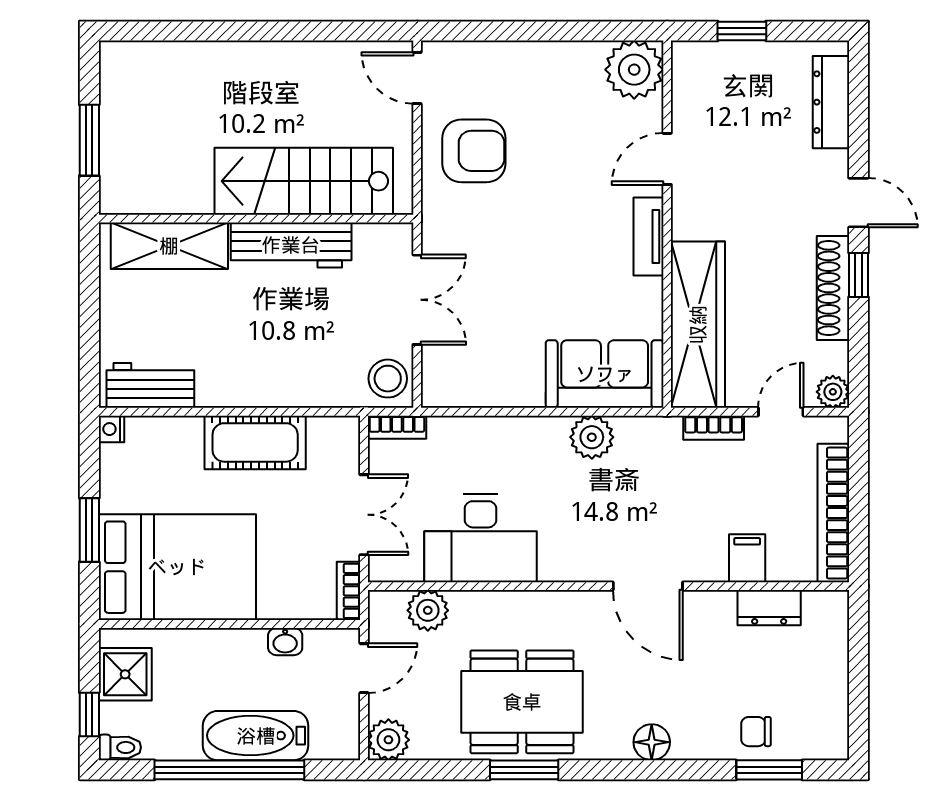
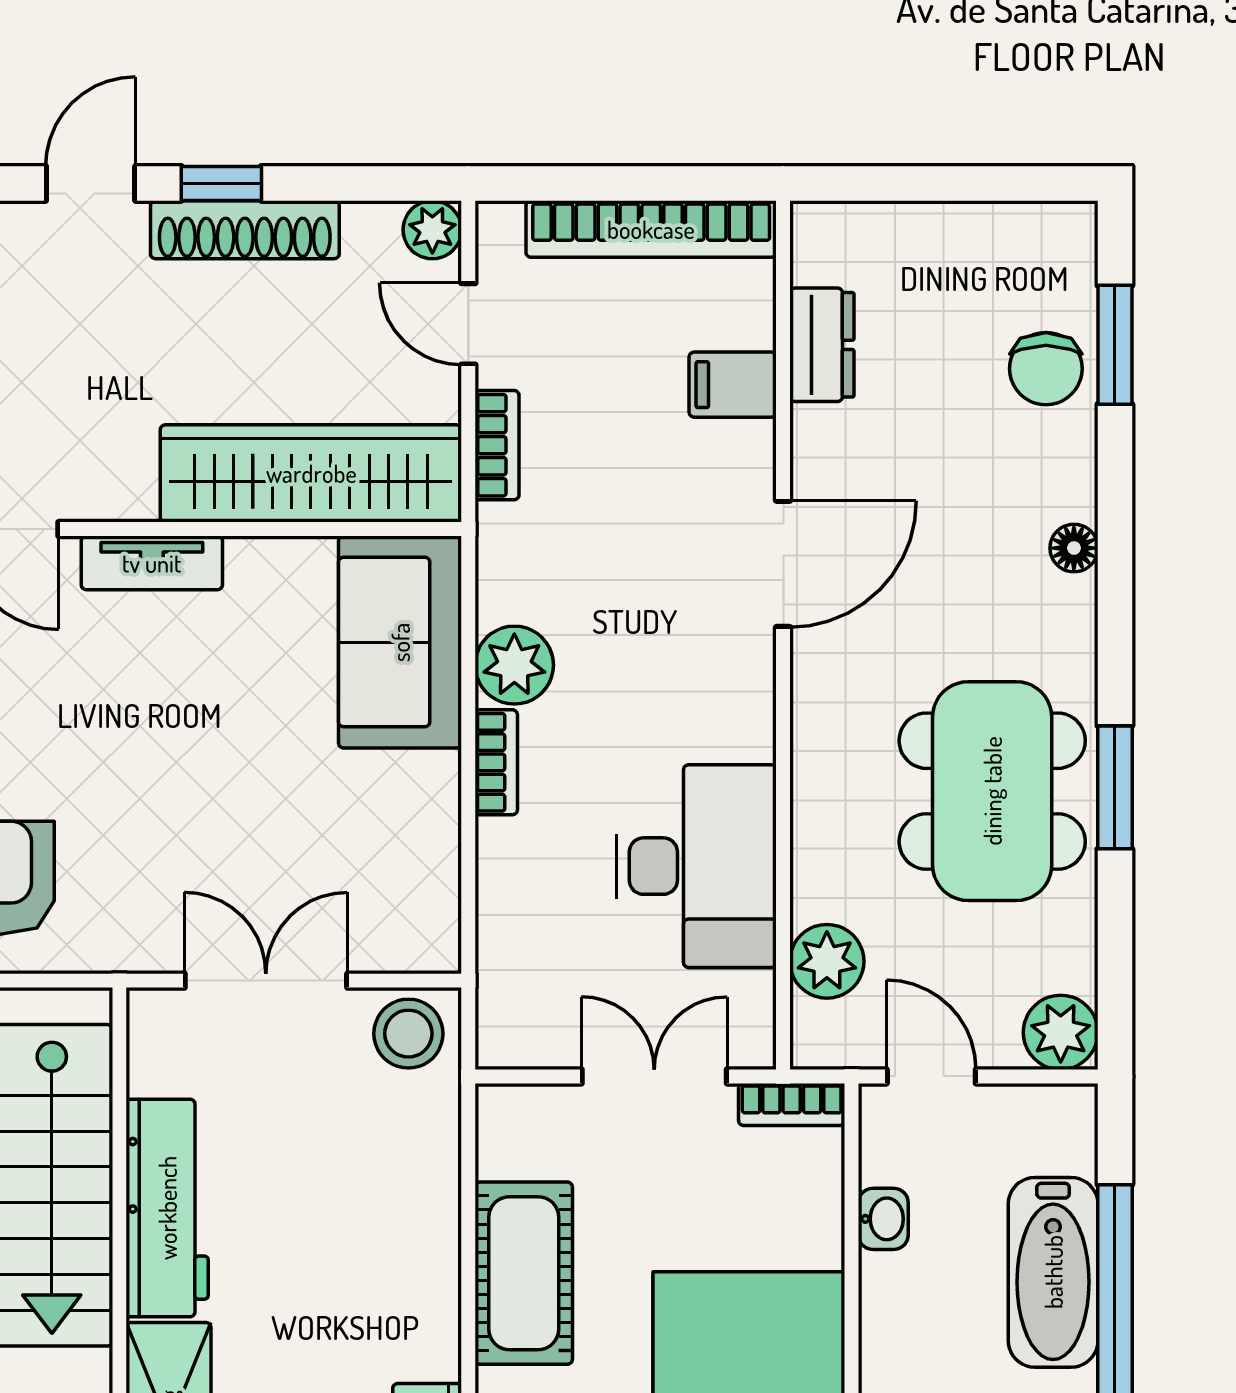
bookcase: (397, 427) -> (496, 762), moved
chair: (756, 732) -> (1046, 369), width x1.37, depth x1.37
floor lamp: (652, 742) -> (1074, 548), width x0.73, depth x0.73

